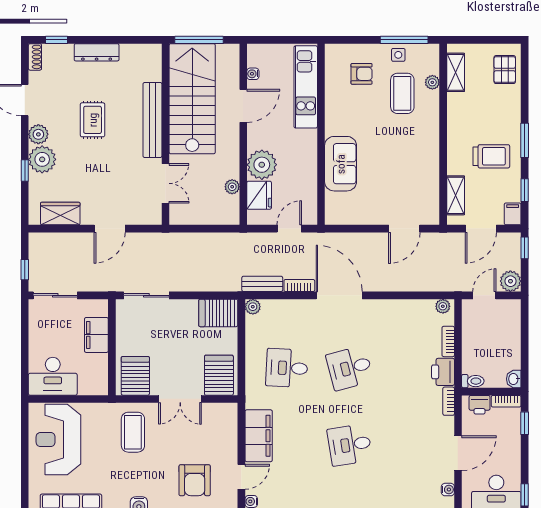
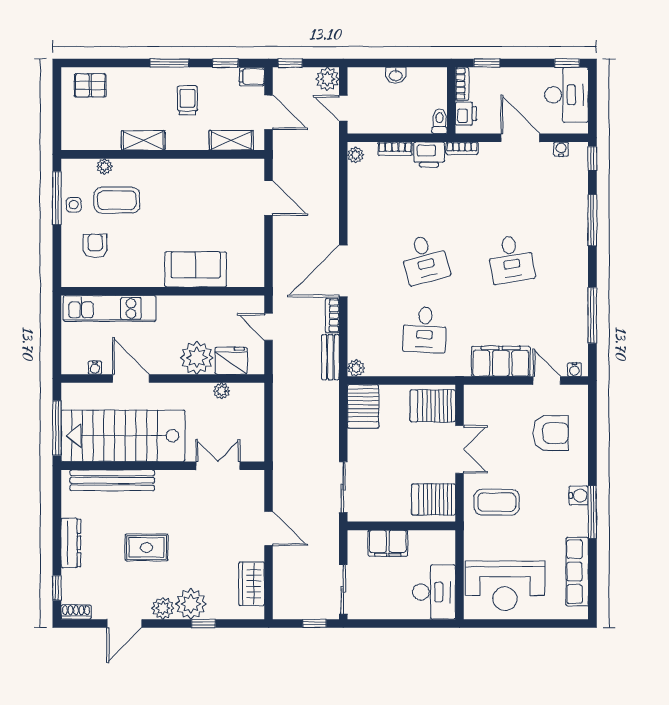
shelving: (456, 72) -> (143, 140), moved
bench: (152, 120) -> (112, 480), moved
trolley: (491, 156) -> (187, 100), width x0.73, depth x0.72
washbasin: (514, 379) -> (396, 75), moved

